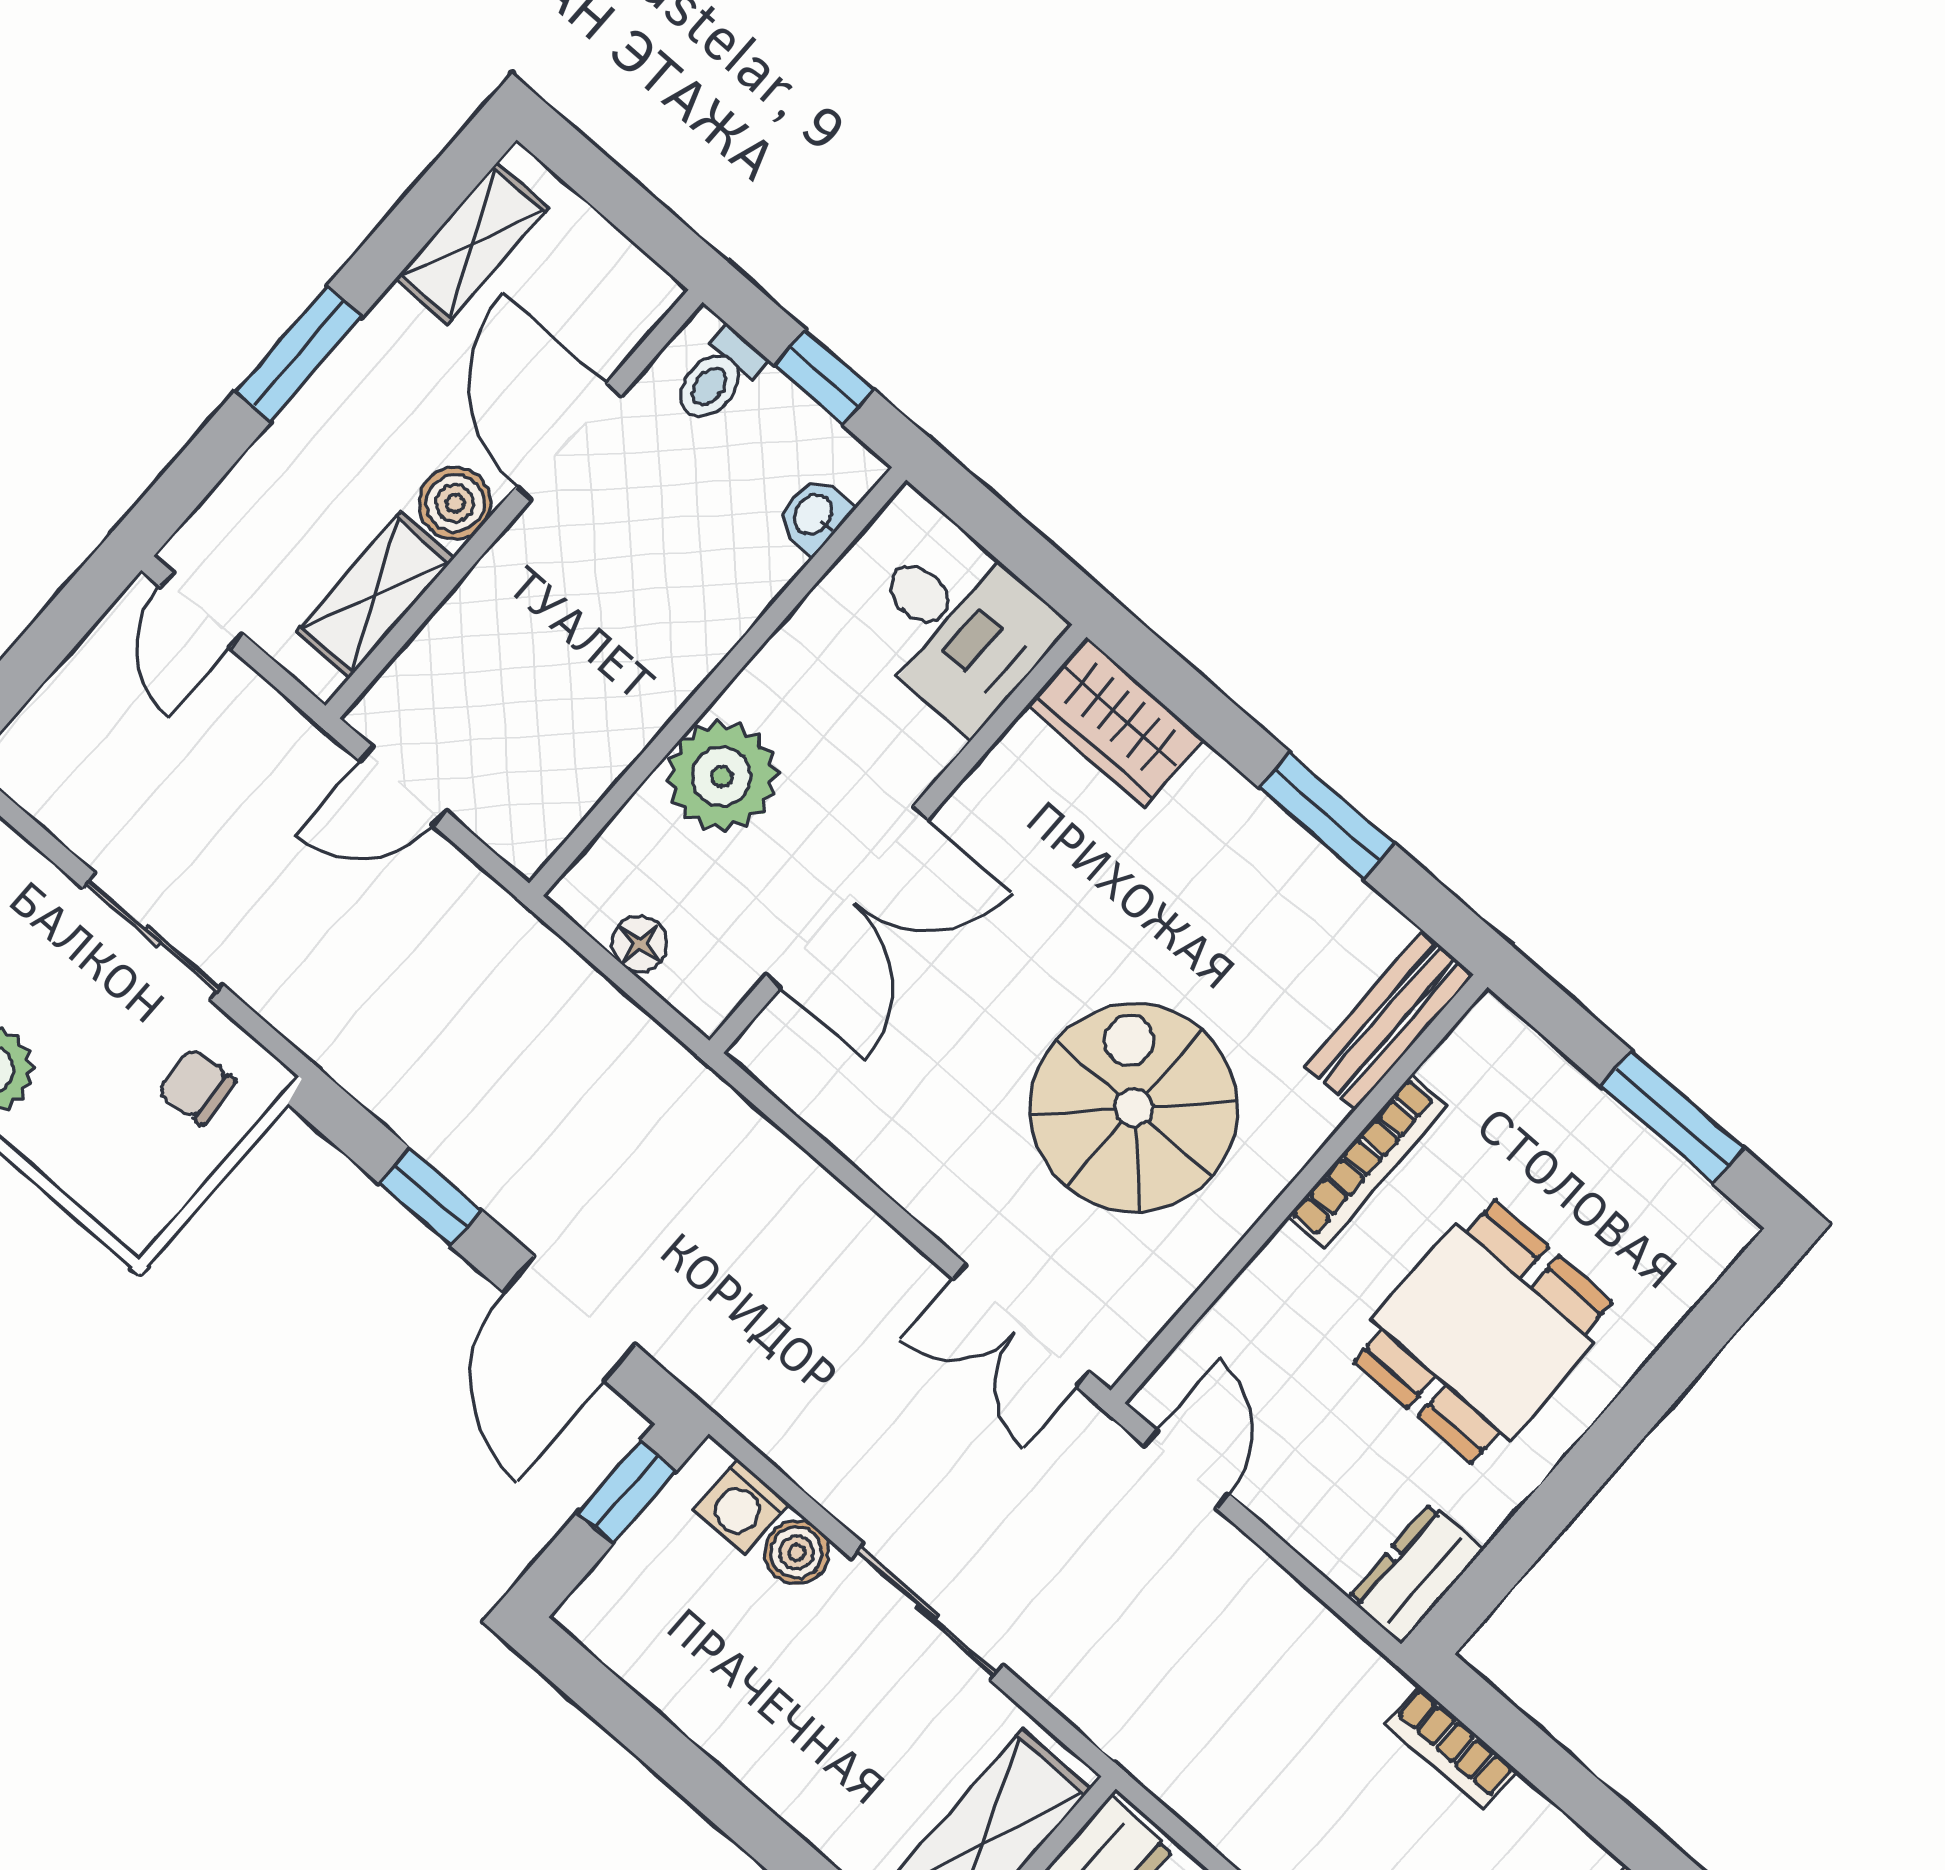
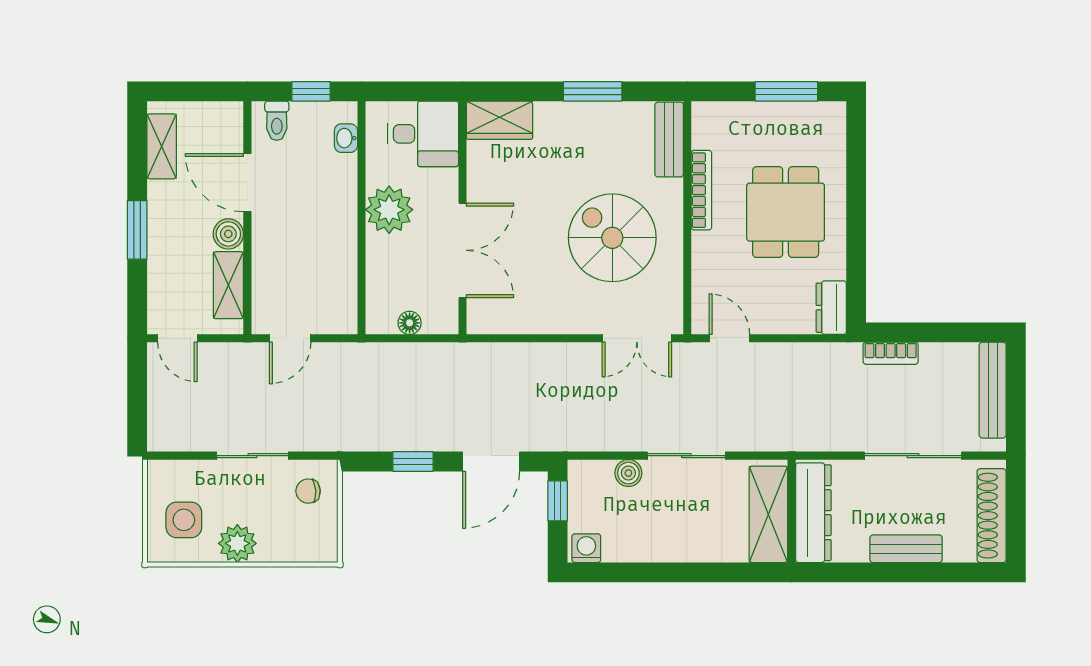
plant: (722, 776) -> (389, 210), moved
door: (570, 1318) -> (491, 462), hinge flipped
washing machine: (741, 1507) -> (586, 548), moved, turned 180

